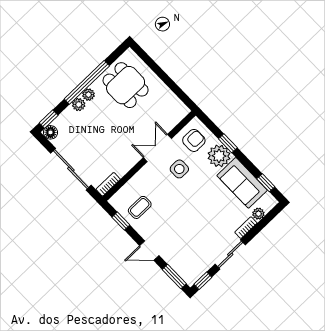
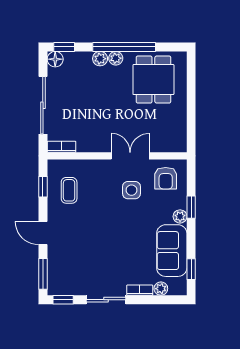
armchair: (194, 140) -> (166, 178), turned 90
plant: (219, 156) -> (180, 216), width x0.53, depth x0.53
coffee table: (140, 207) -> (69, 190), turned 90

